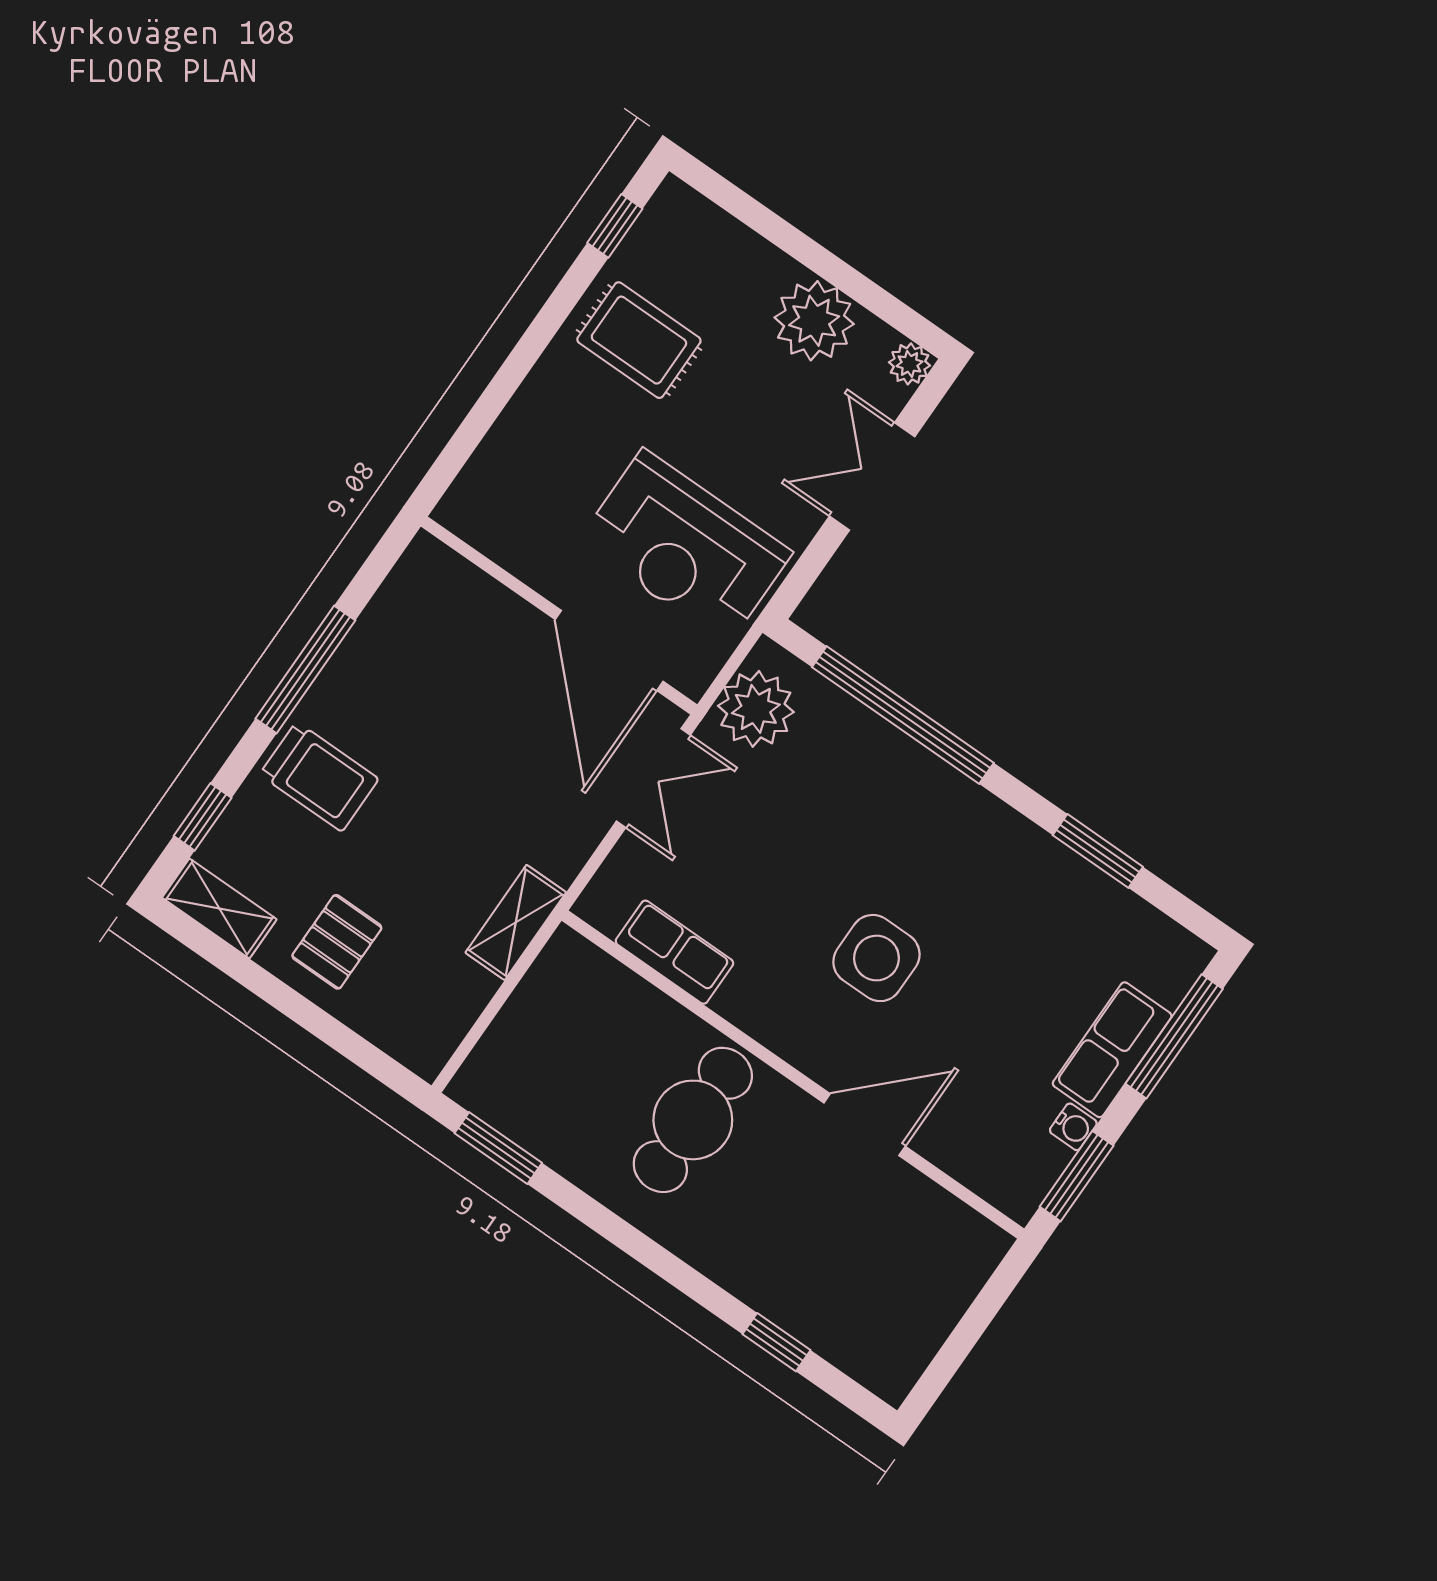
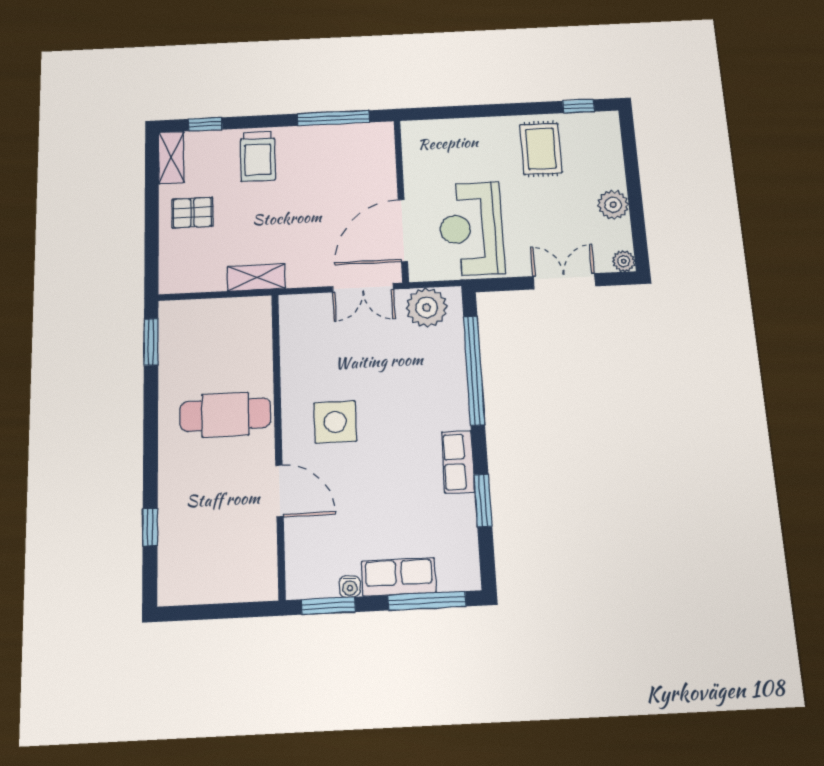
plant: (814, 321) -> (613, 205), width x0.73, depth x0.73
window: (305, 670) -> (333, 118), moved
row of seats: (674, 952) -> (458, 462), moved, turned 180
side table: (876, 958) -> (335, 422), moved

